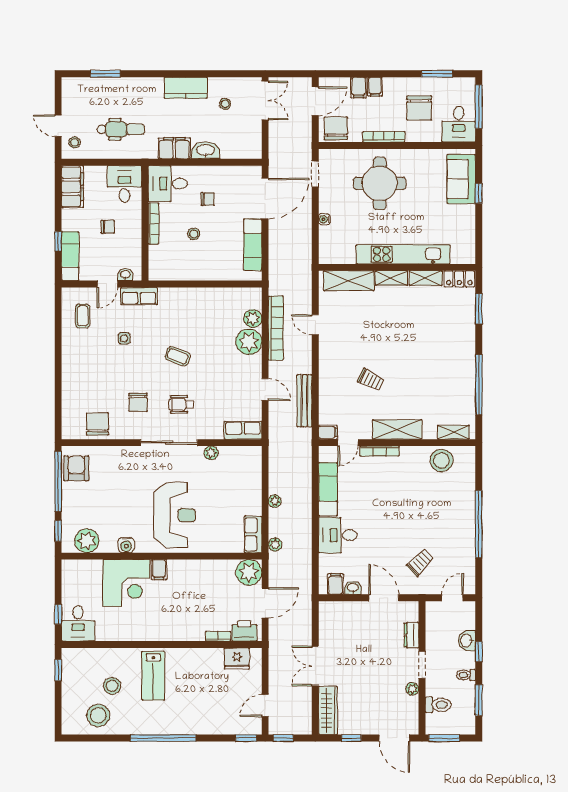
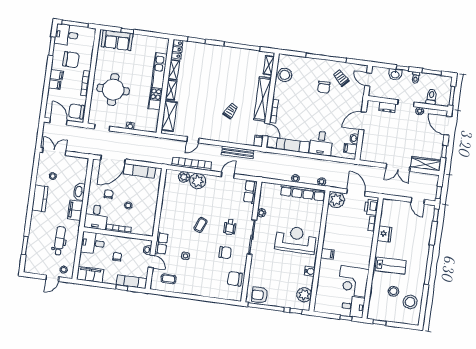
filing cabinet: (359, 88) -> (56, 75), moved
desk: (459, 124) -> (66, 35), moved, turned 180
door: (265, 198) -> (113, 160), swing flipped
shelving: (397, 429) -> (262, 99), width x1.47
chair: (430, 527) -> (324, 87), added
row of seats: (253, 534) -> (303, 193), width x2.02
trolley: (420, 562) -> (341, 78), moved
corner desk: (126, 583) -> (353, 281), moved, turned 180
fridge: (237, 659) -> (385, 234), moved
door: (394, 738) -> (448, 126), swing flipped

